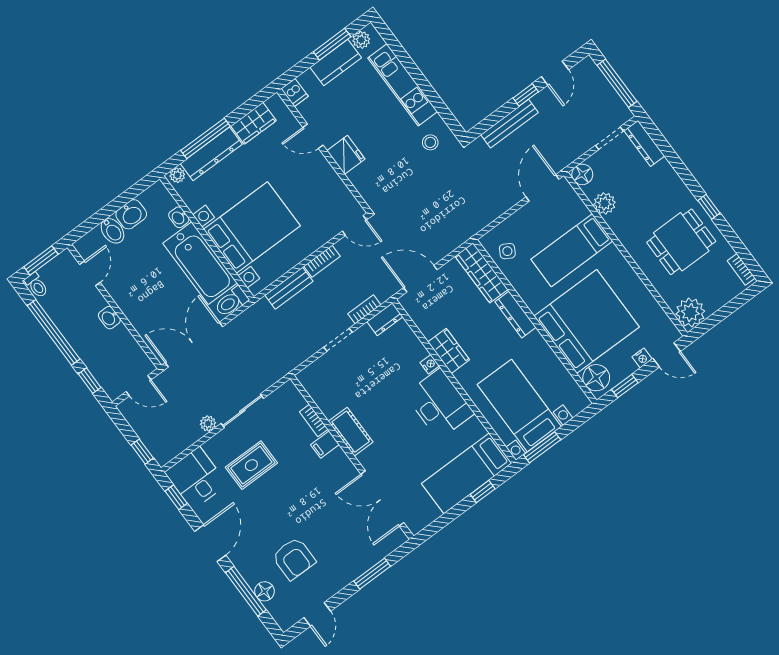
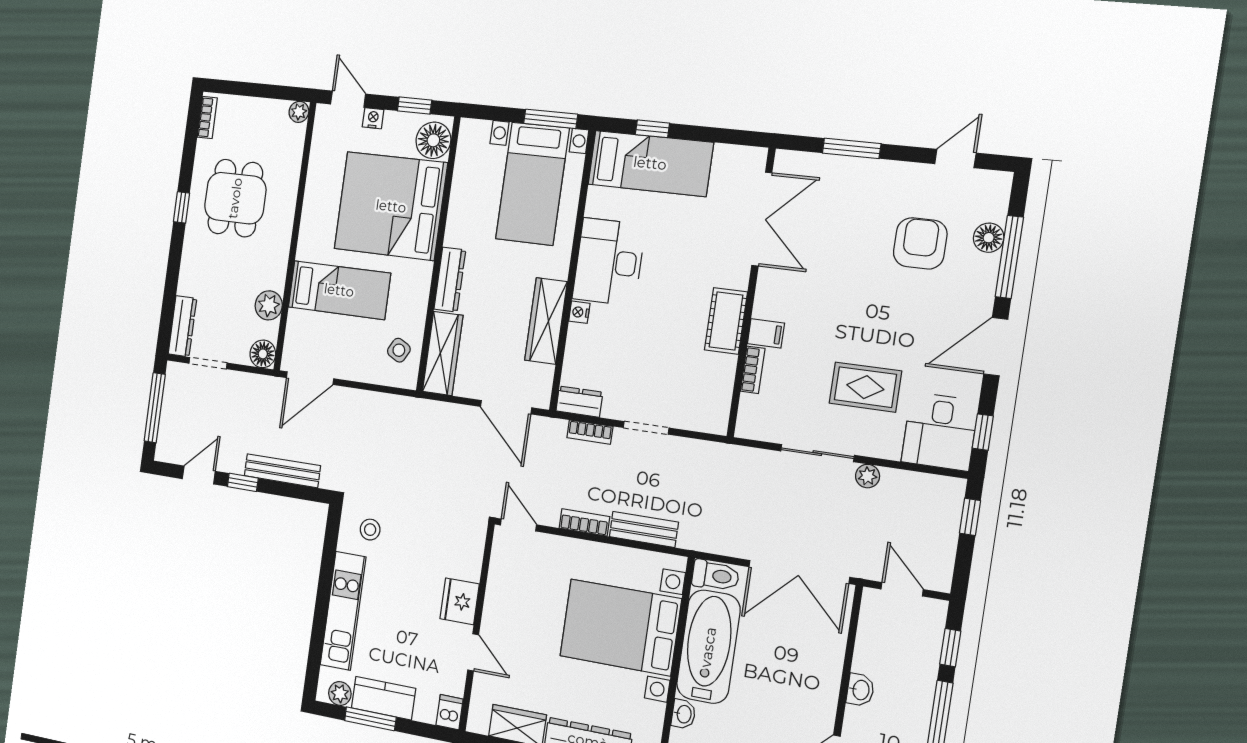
dining table: (681, 242) -> (235, 198), turned 90
plant: (690, 313) -> (299, 112), width x0.53, depth x0.53
wardrobe: (449, 351) -> (546, 321), width x1.50

